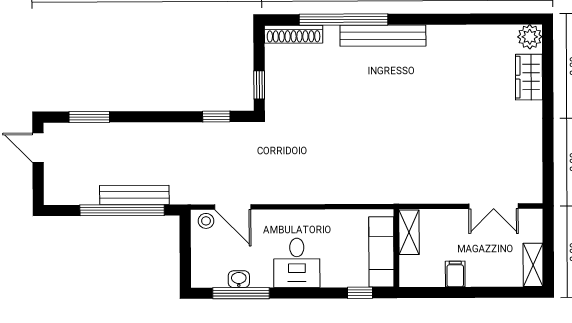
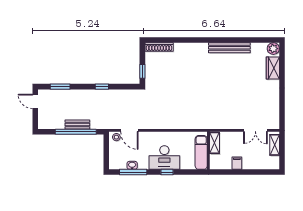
window: (343, 20) -> (183, 40), removed
bench: (383, 36) -> (229, 48), moved
window: (216, 117) -> (102, 87), moved
bench: (134, 195) -> (77, 124), width x0.73
desk: (297, 263) -> (164, 157), width x1.37
shelving: (533, 265) -> (275, 145), moved
window: (360, 293) -> (167, 172), moved

